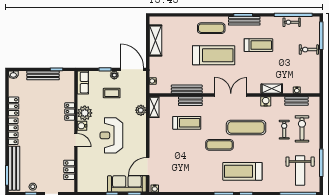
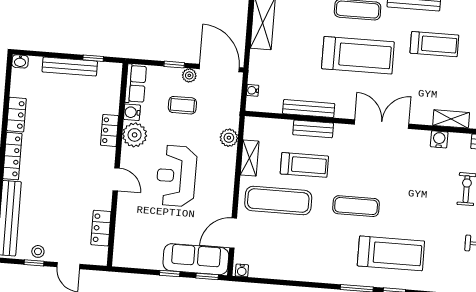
shelving: (154, 107) -> (250, 158), moved
water cooler: (82, 126) -> (132, 112), moved
exercise mat: (246, 127) -> (278, 201), moved
treadmill: (242, 171) -> (391, 253), turned 180

